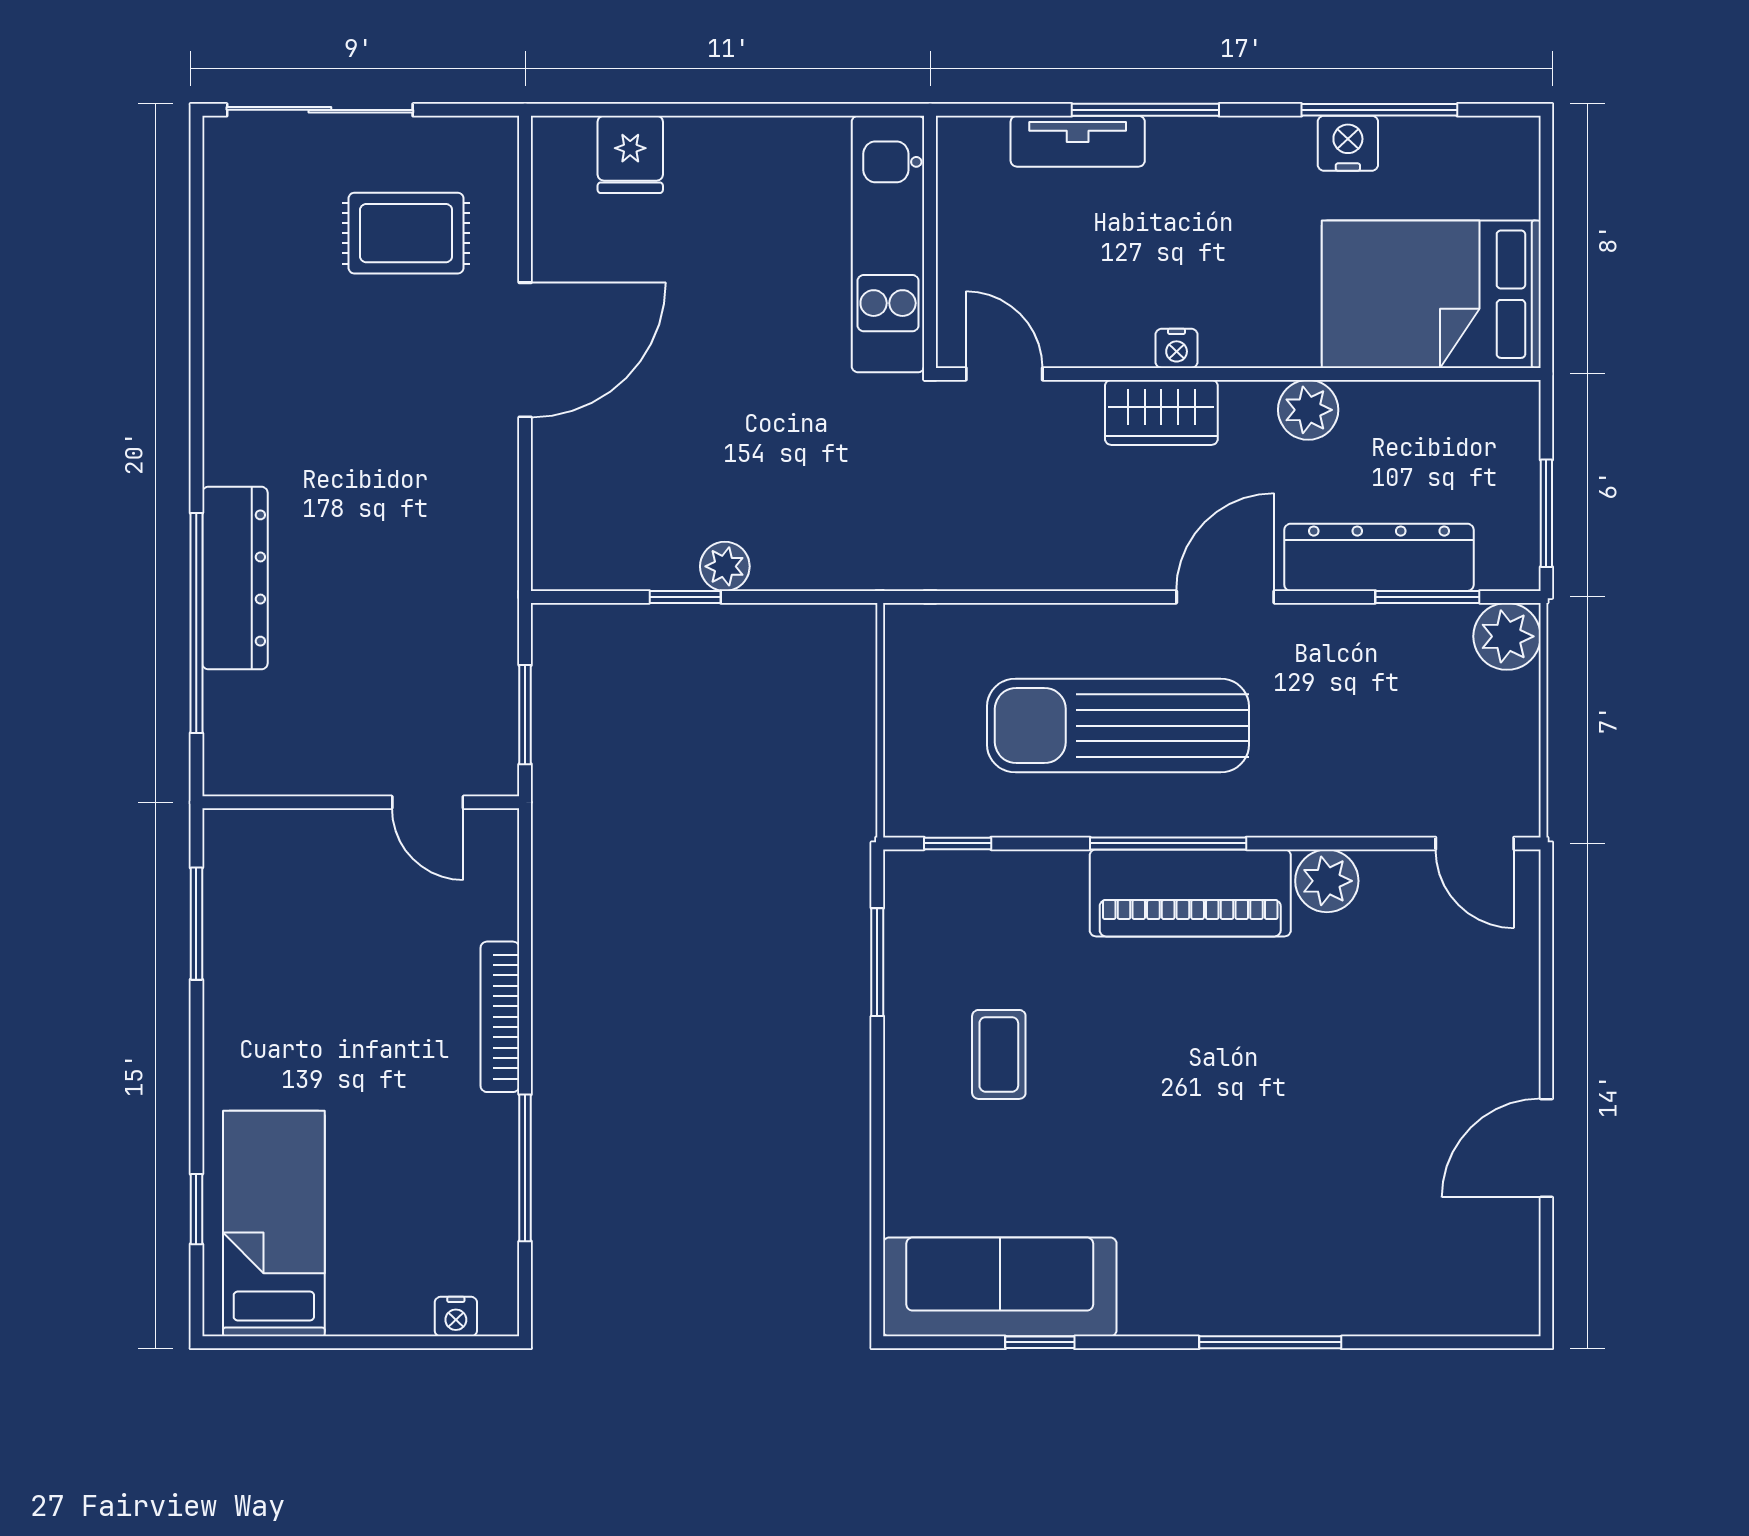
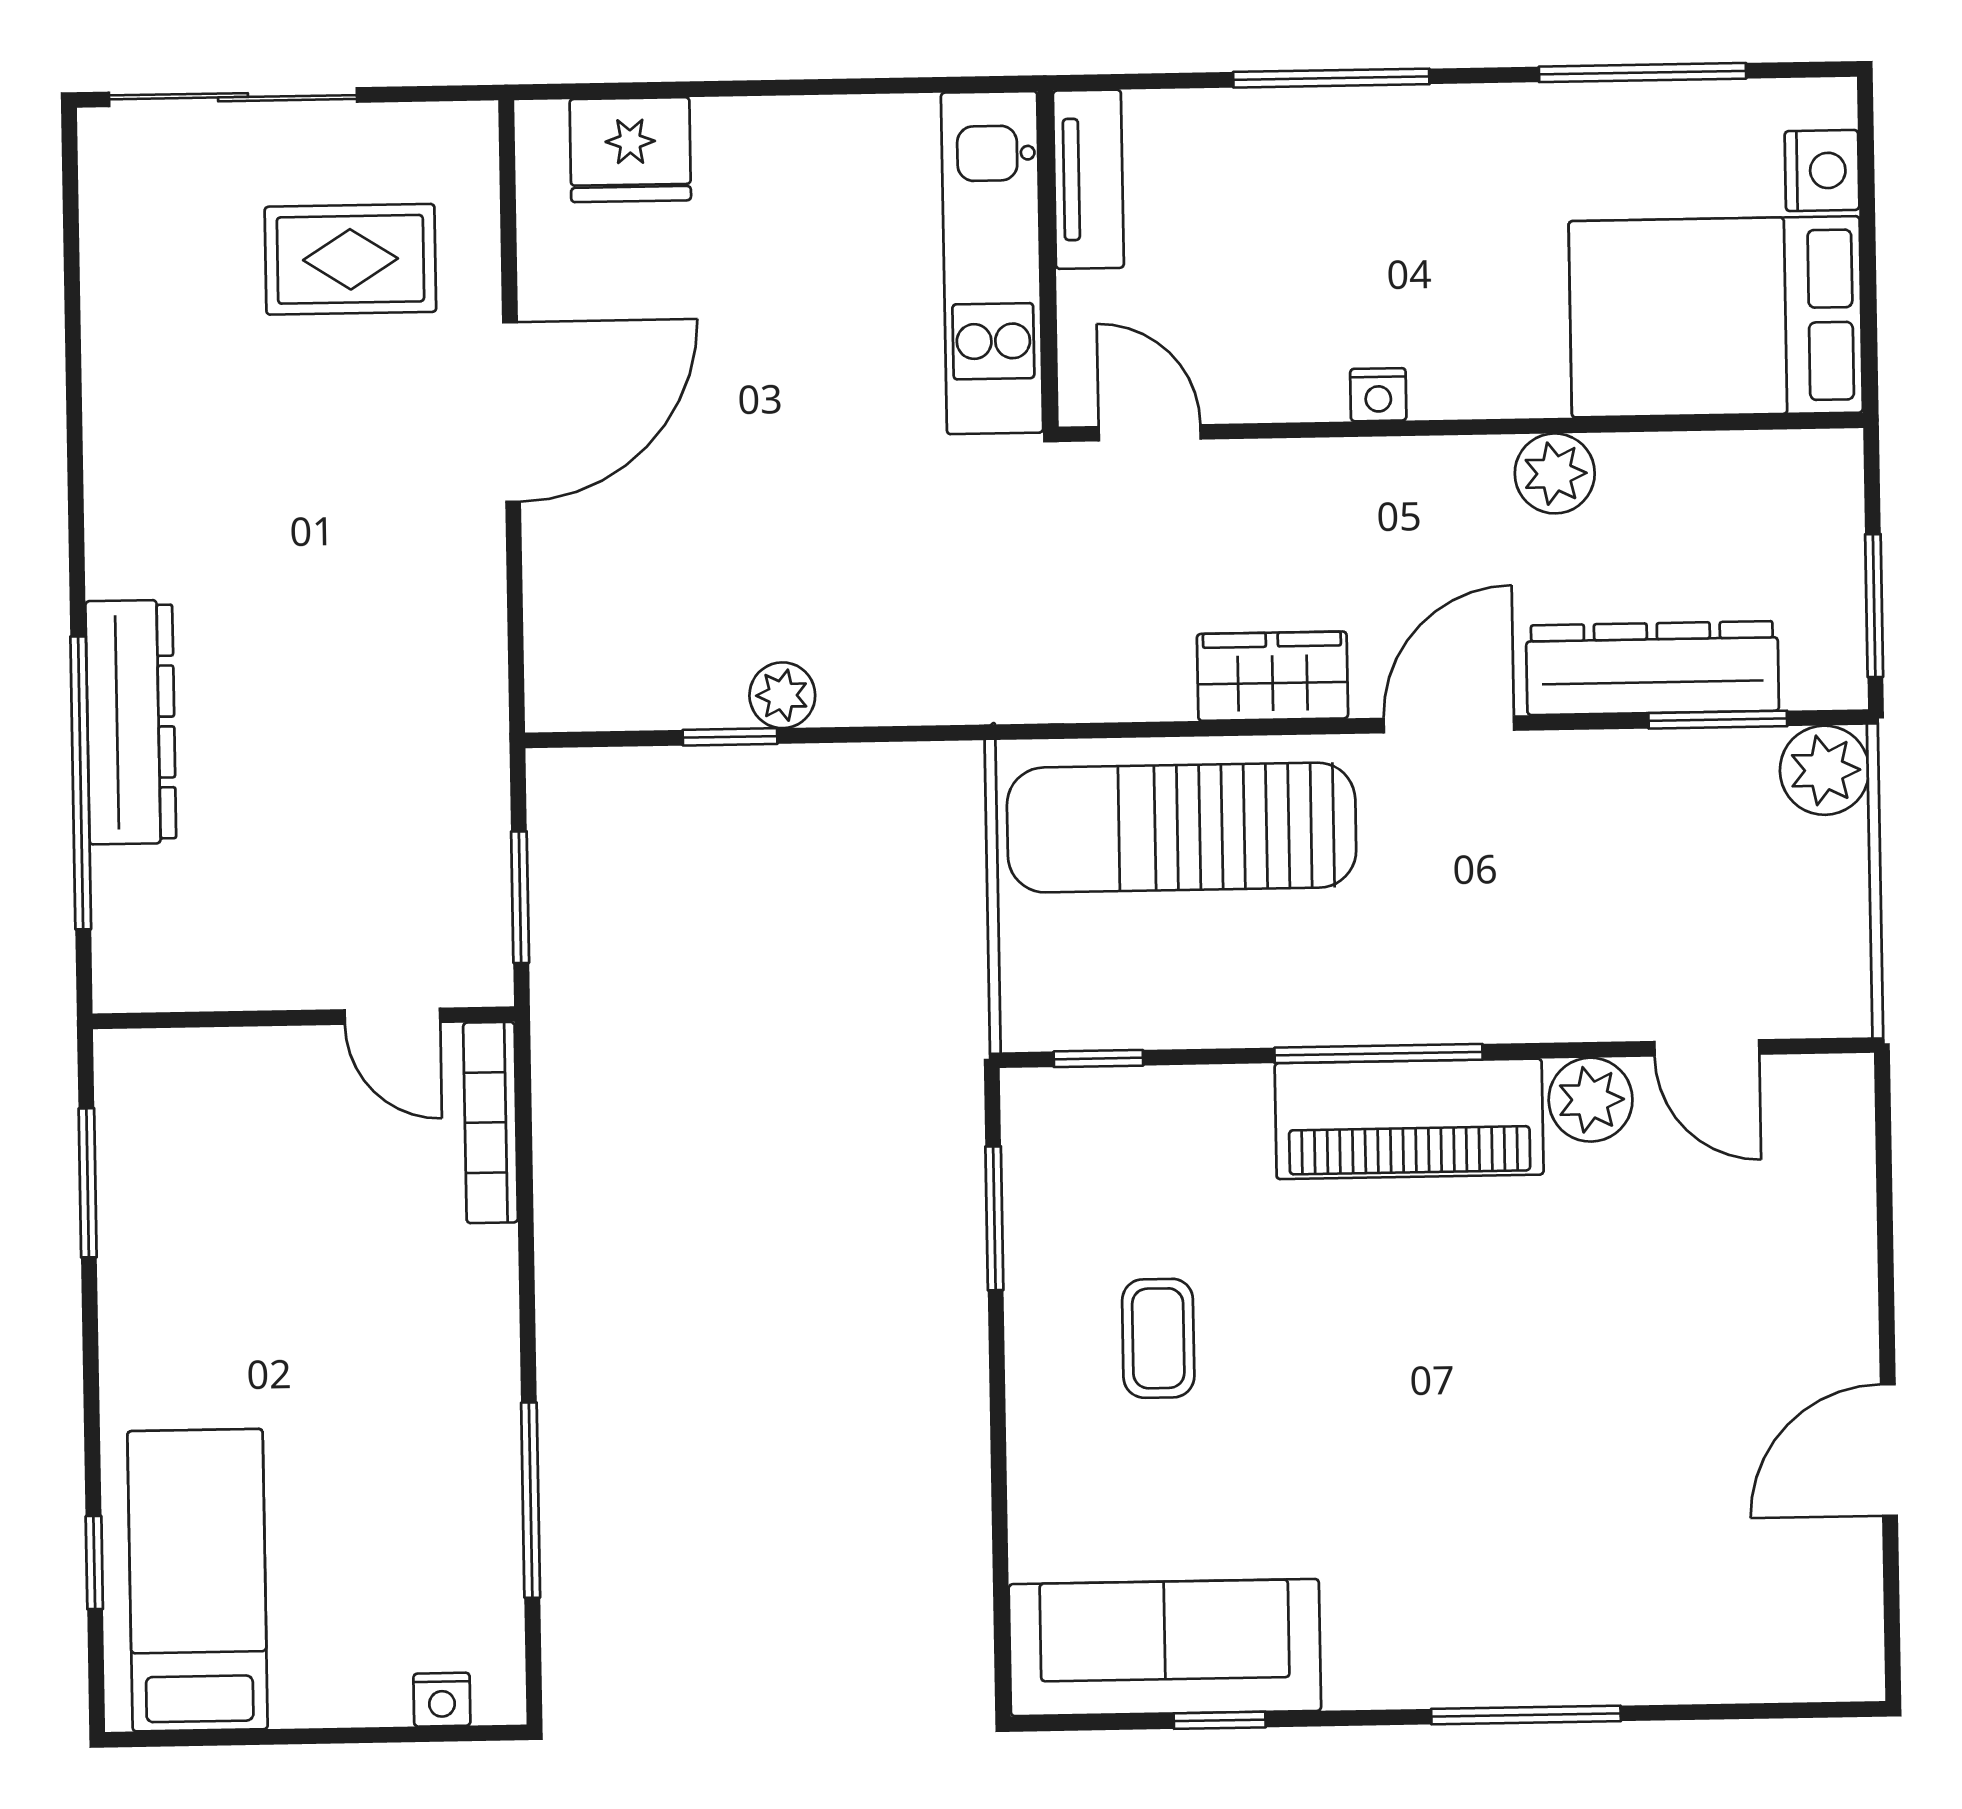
tv unit: (1078, 141) -> (1088, 179), moved, turned -90
nightstand: (1348, 143) -> (1822, 171), moved, turned 90
fridge: (630, 154) -> (630, 150), width x1.38
wardrobe: (1161, 412) -> (1272, 676), moved, turned 180
sun lounger: (1118, 726) -> (1182, 828), moved
door: (1475, 843) -> (1707, 1048), moved
bookcase: (500, 1017) -> (491, 1122), moved

